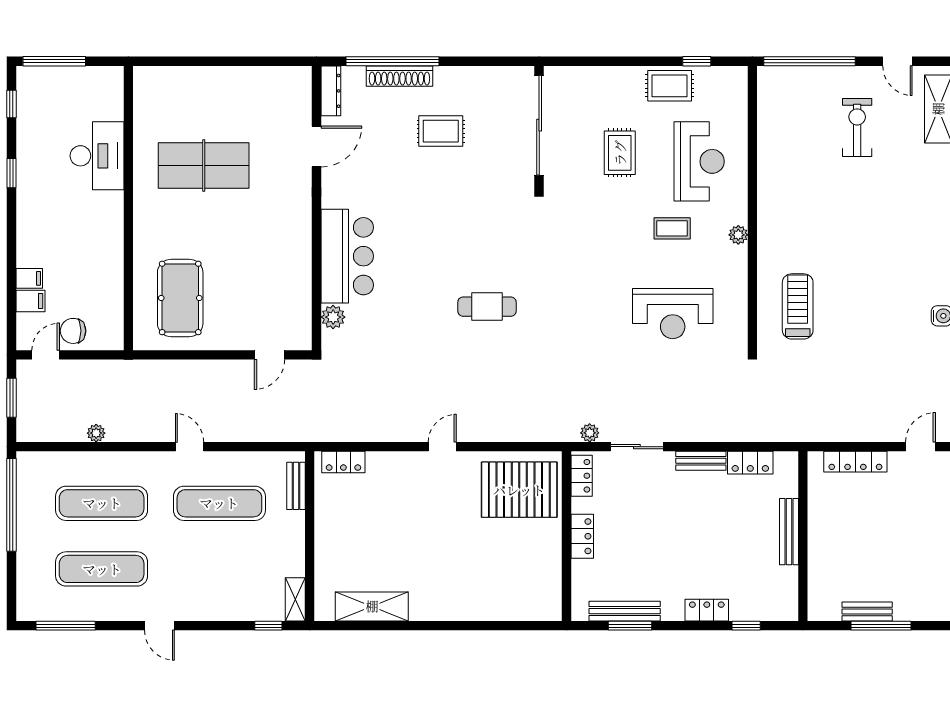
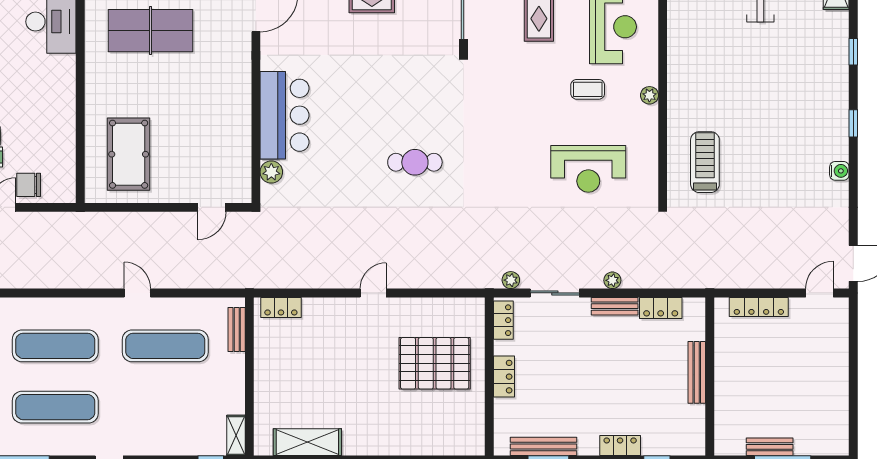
plant: (96, 433) -> (612, 280), moved
pallet: (519, 490) -> (435, 363), moved

